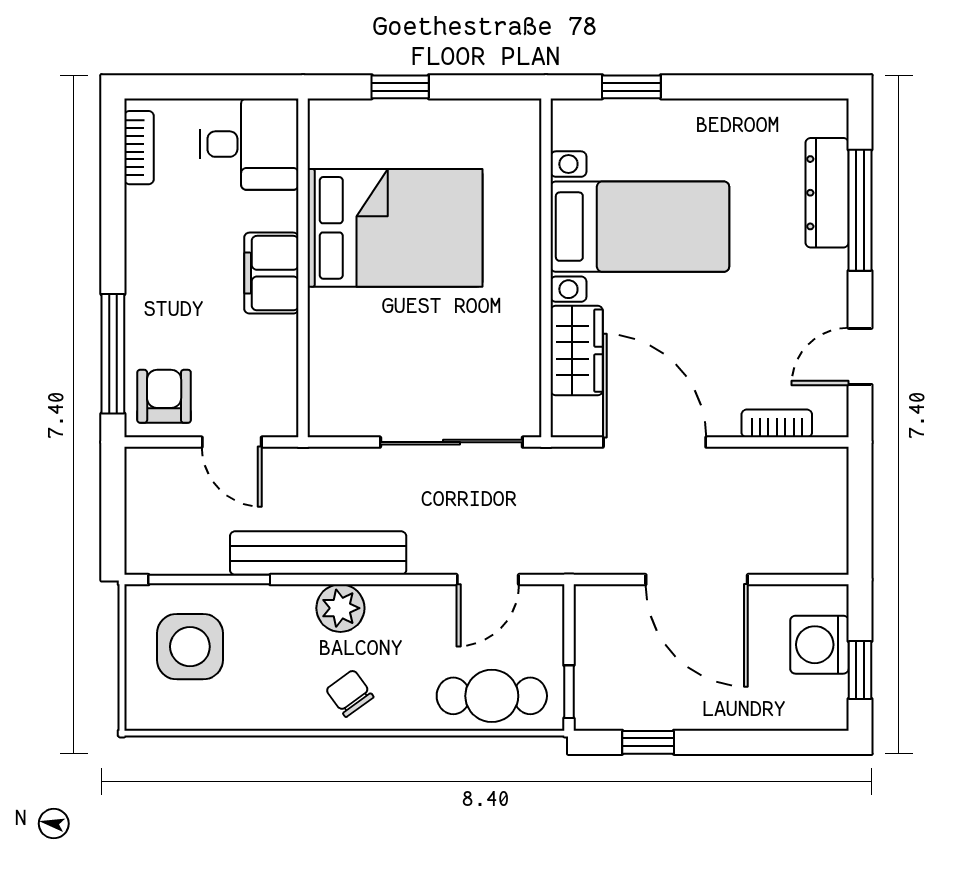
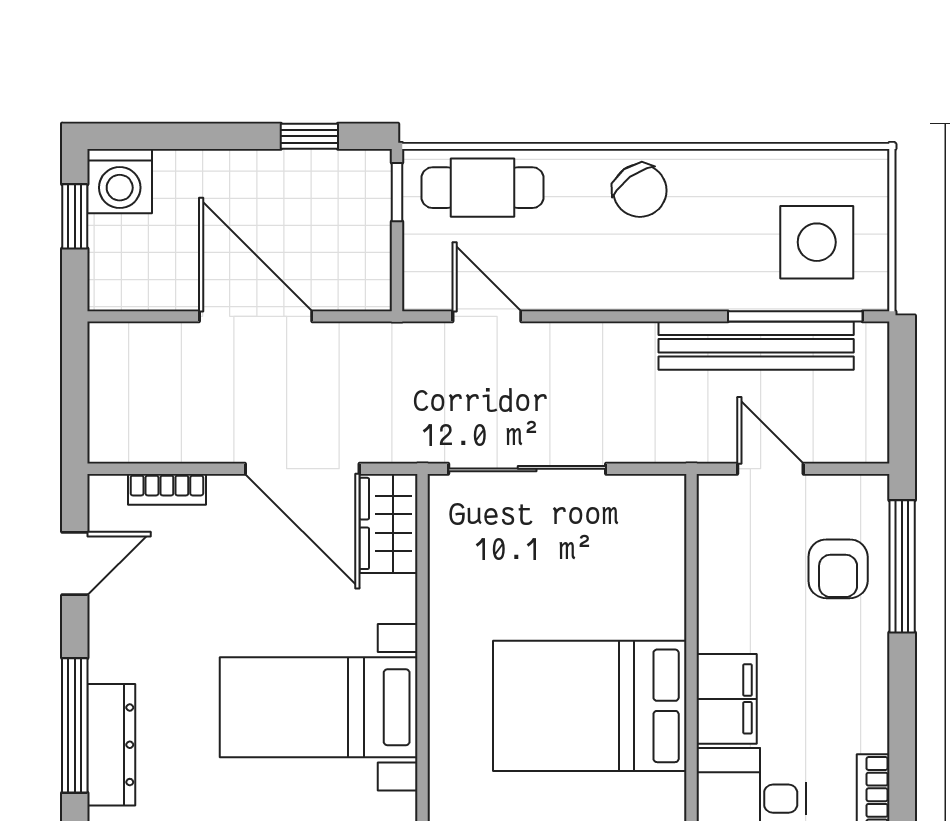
filing cabinet: (271, 273) -> (727, 699), moved
wardrobe: (577, 351) -> (389, 523), moved
armchair: (164, 396) -> (838, 569), moved
bench: (318, 553) -> (756, 346), moved
door: (488, 580) -> (487, 316), hinge flipped
plant: (340, 608) -> (650, 285), removed
washing machine: (819, 645) -> (120, 181), moved, turned 90
chair: (350, 693) -> (640, 191), width x1.37, depth x1.37

